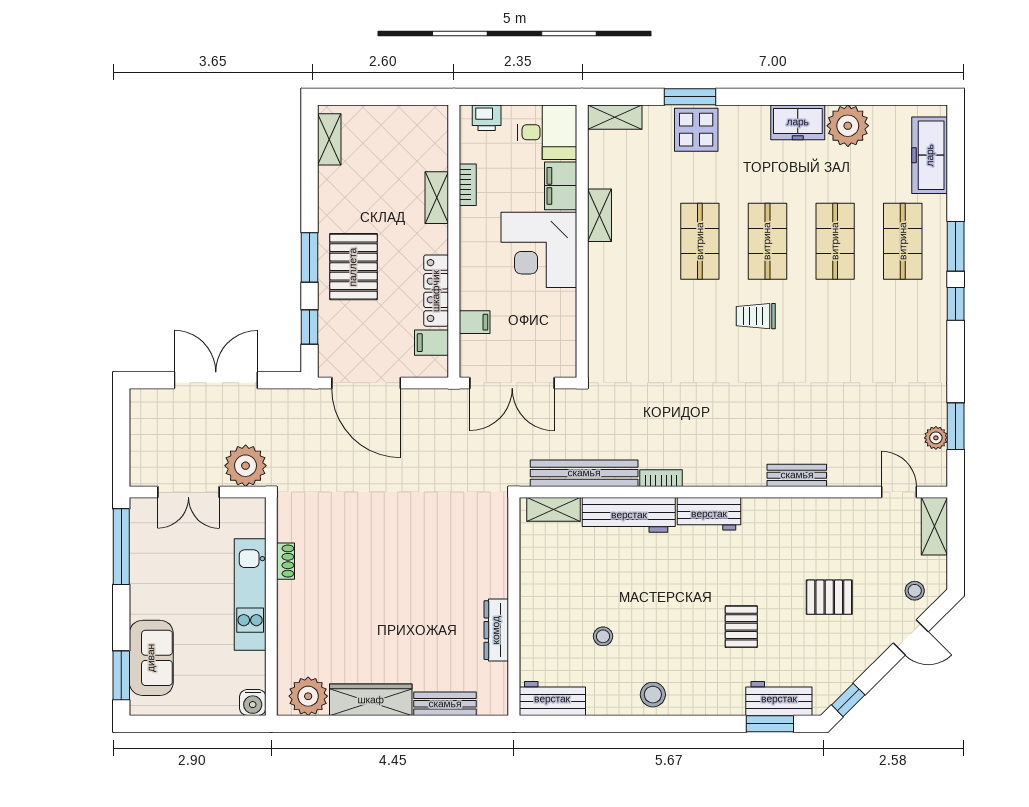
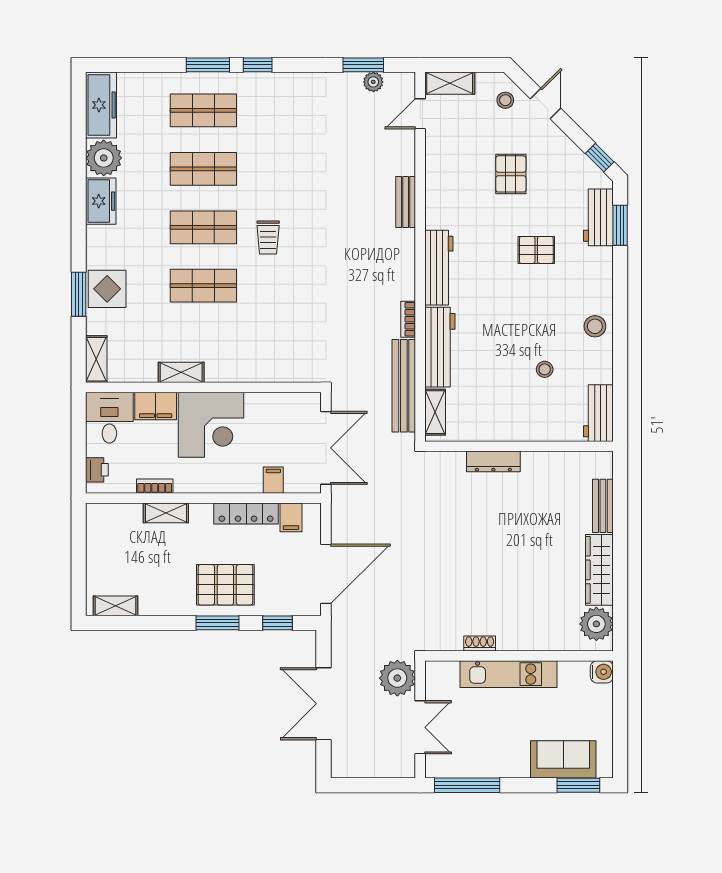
freezer: (930, 155) -> (101, 105), moved, turned -90
workbench: (709, 514) -> (439, 268), width x1.38
dresser: (496, 630) -> (493, 461), moved

